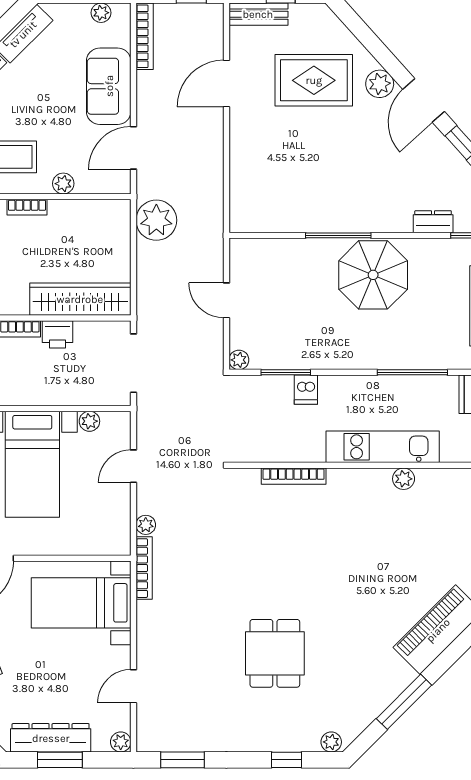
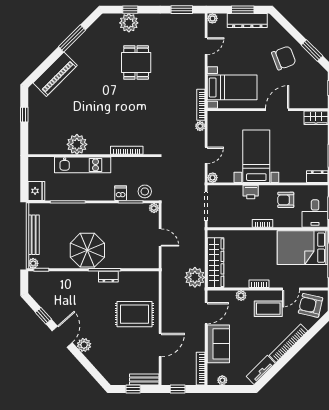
rug: (314, 80) -> (135, 314), moved
dresser: (433, 222) -> (108, 277), moved
wardrobe: (80, 299) -> (216, 263), moved, turned -90
printer: (58, 334) -> (251, 192), moved, turned 180
stool: (257, 393) -> (145, 191), added
plant: (89, 421) -> (213, 178), moved
plant: (404, 479) -> (77, 144), width x1.87, depth x1.87
plant: (331, 742) -> (129, 23), moved, width x1.87, depth x1.87

